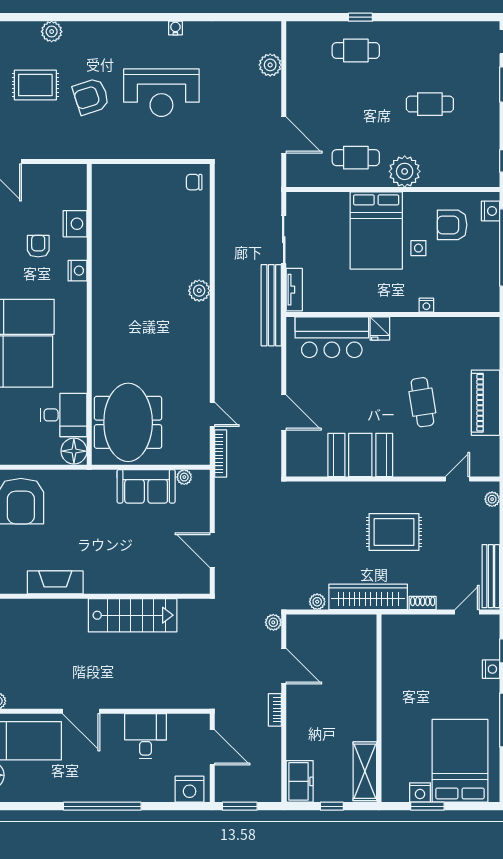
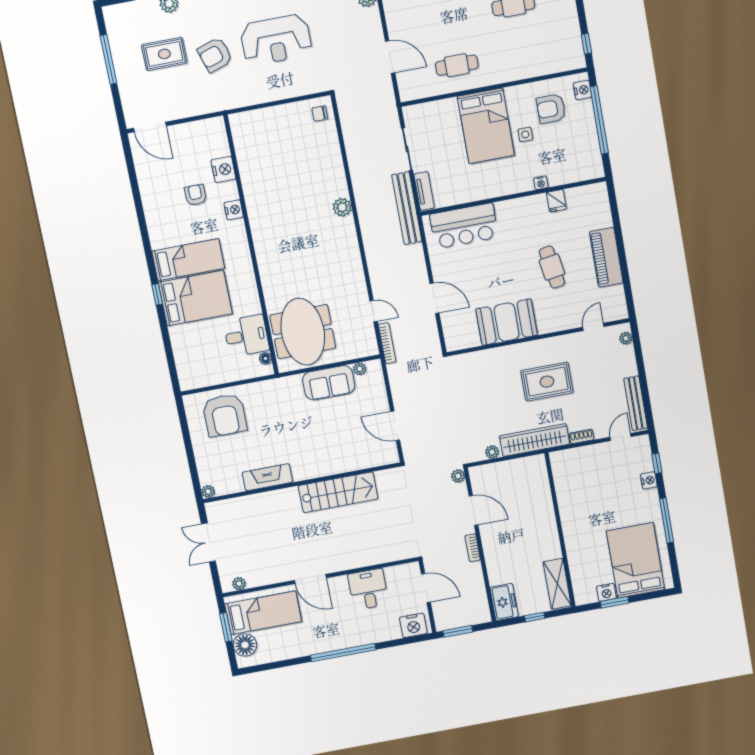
plant: (405, 171) -> (501, 69), removed
fridge: (380, 328) -> (556, 201), moved
floor lamp: (74, 451) -> (266, 358), width x0.53, depth x0.53

